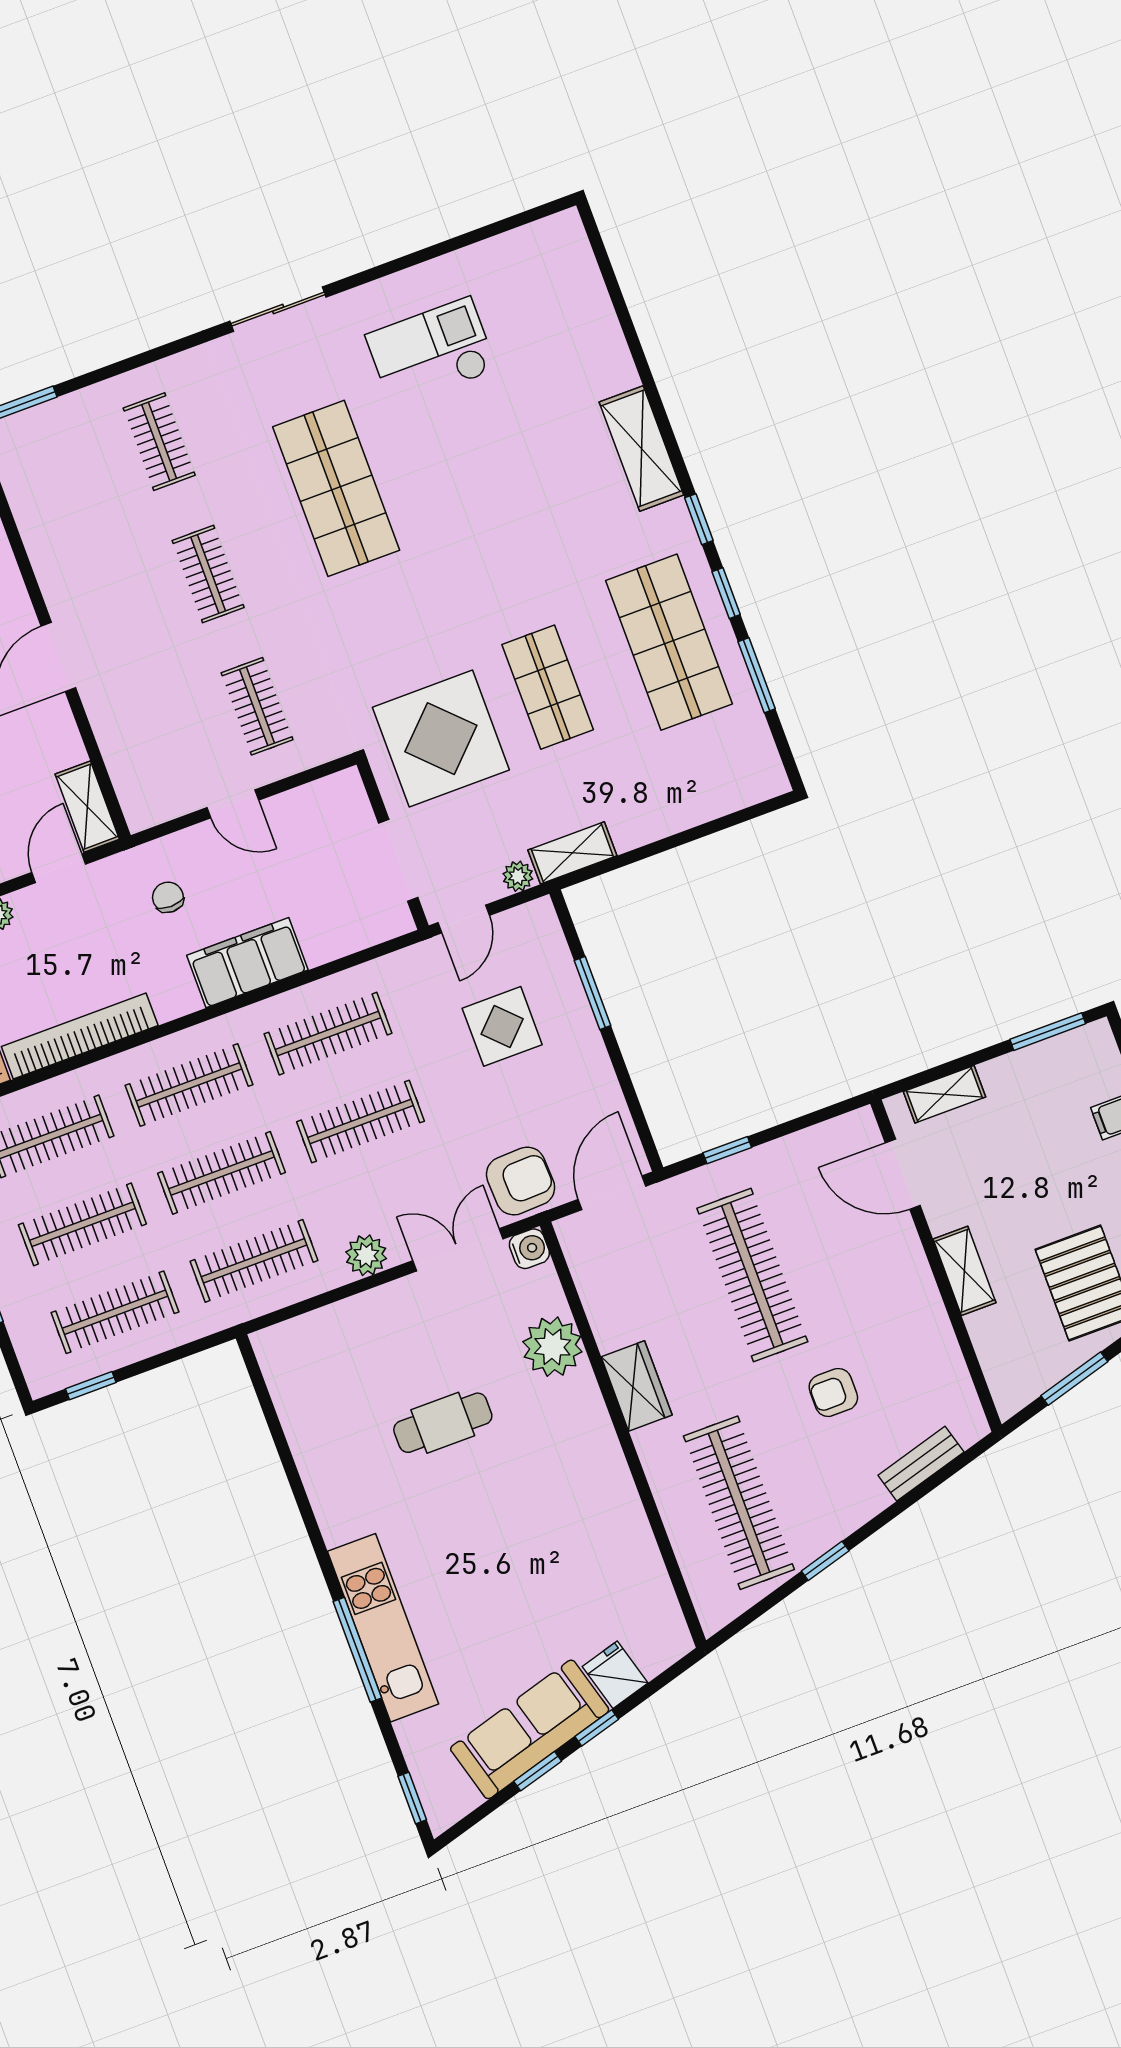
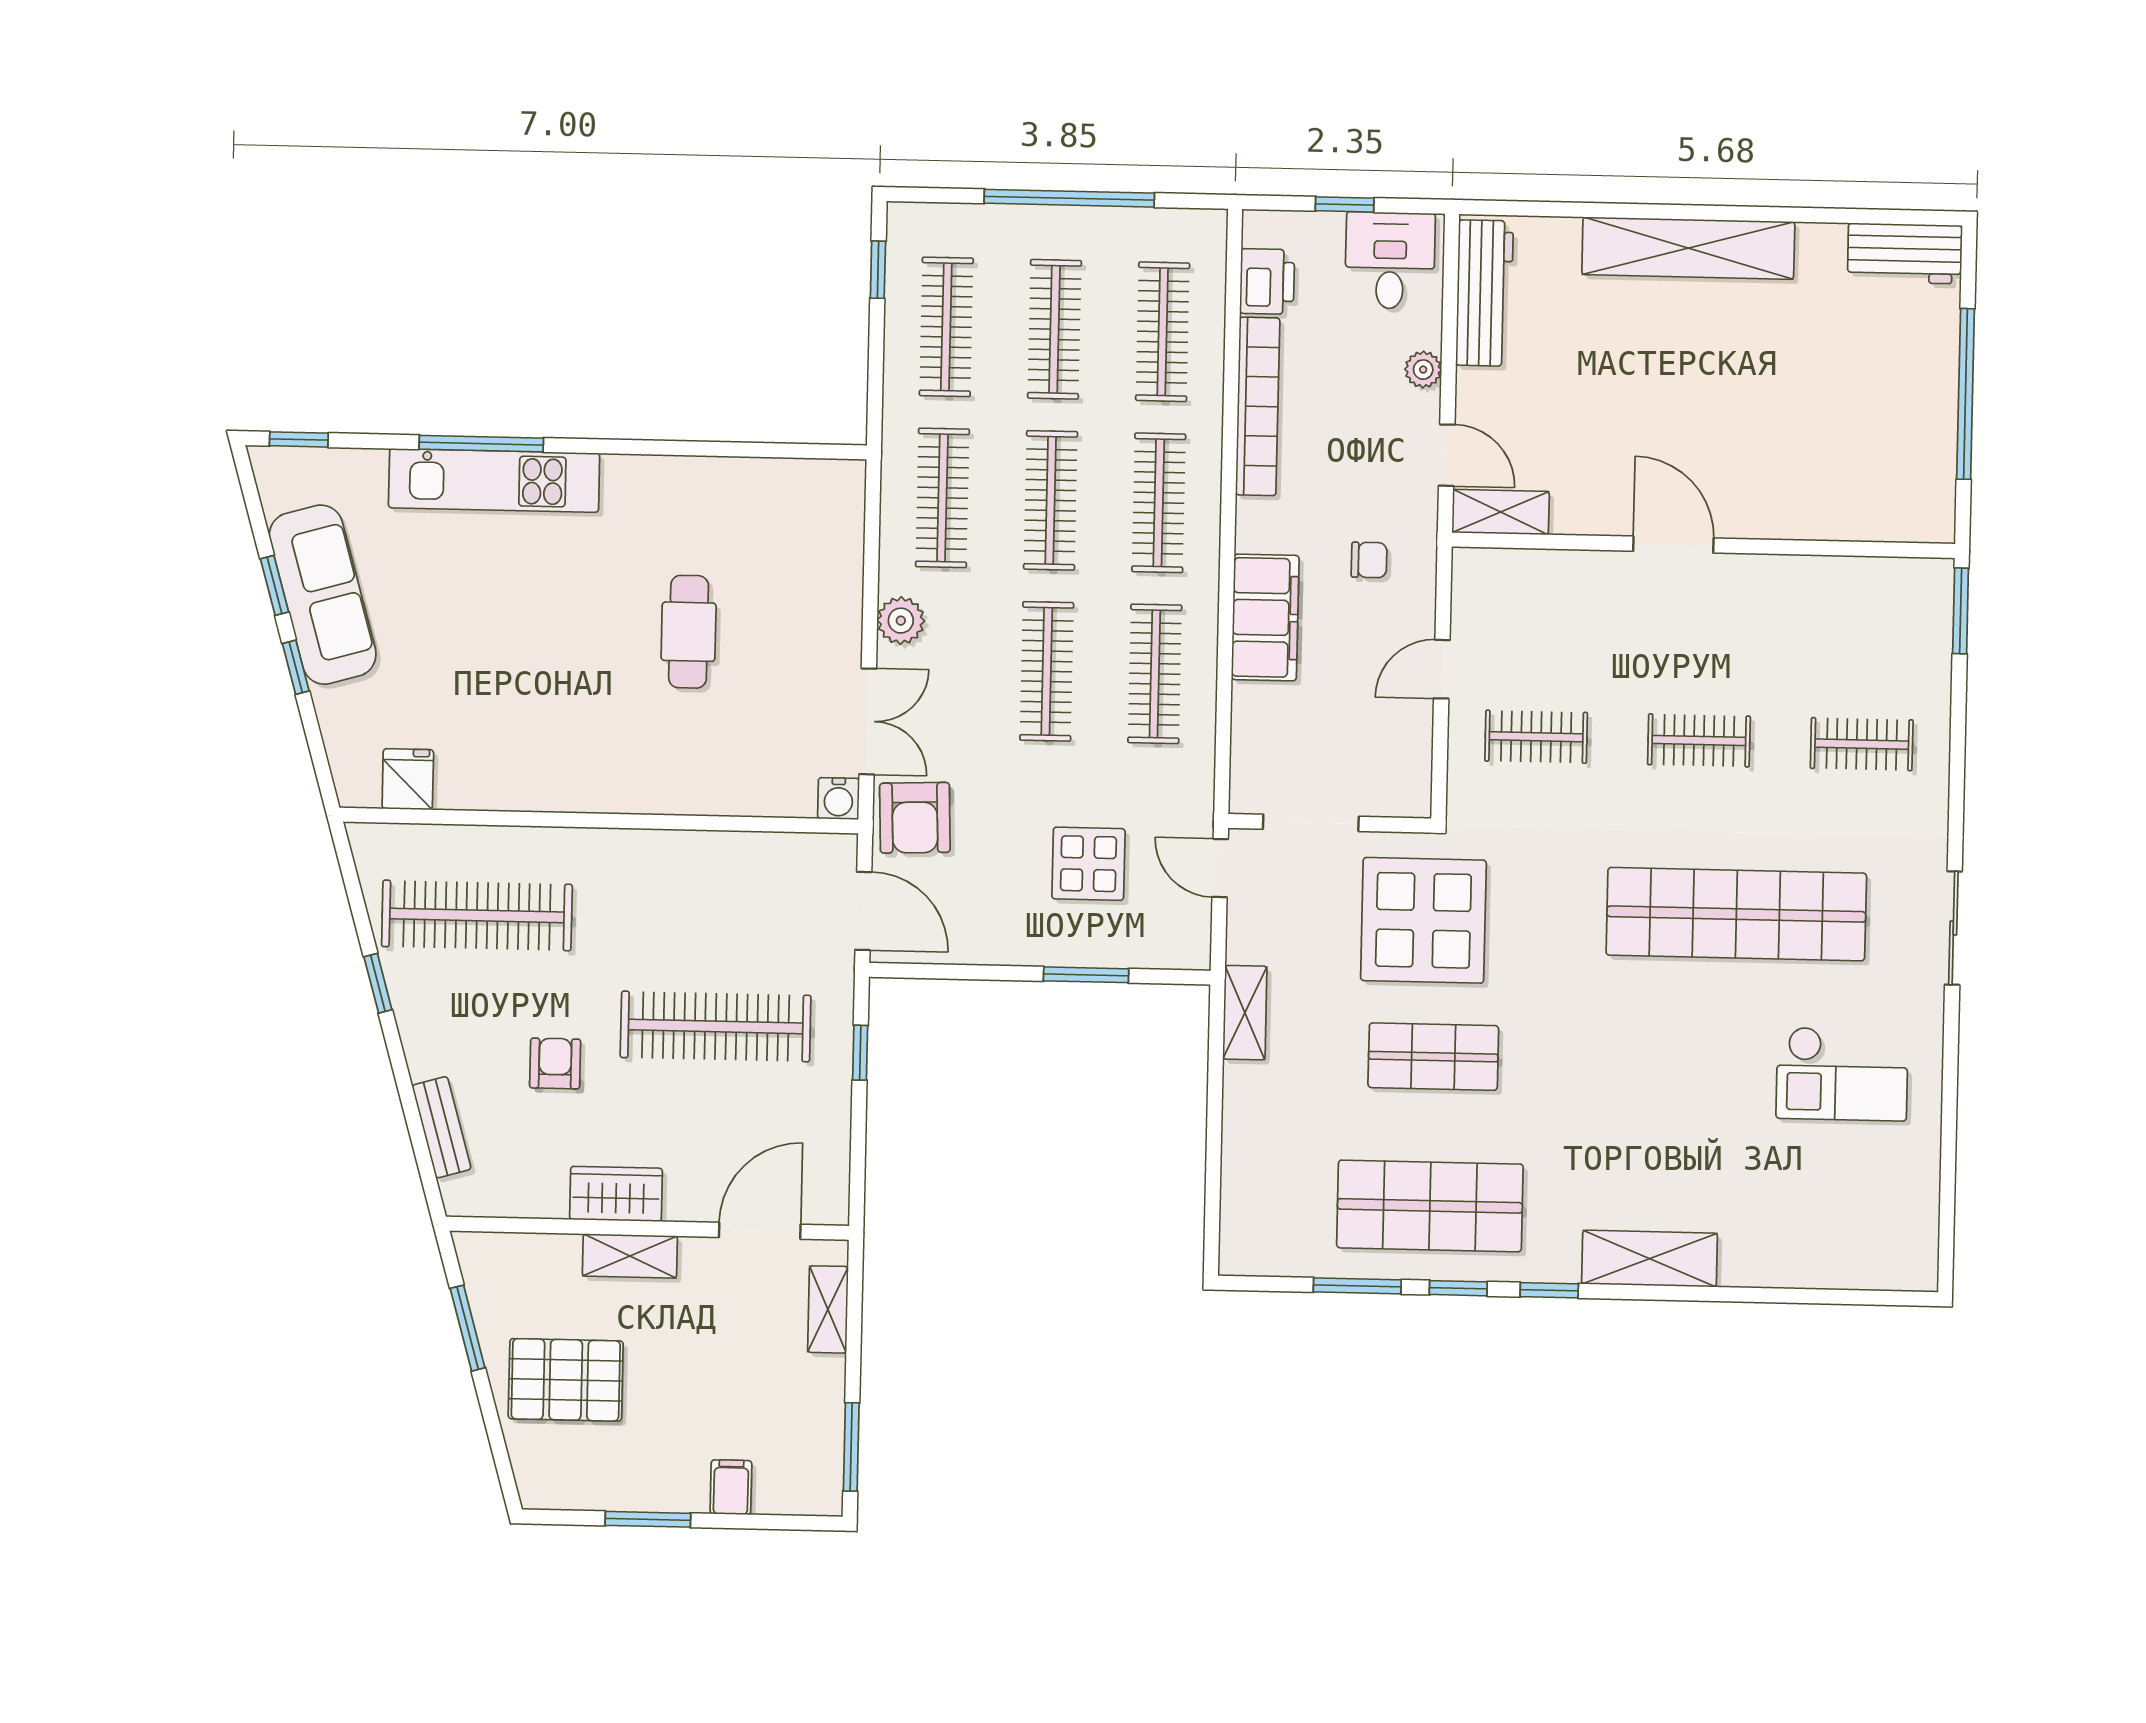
checkout: (431, 352) -> (1842, 1074), turned 90
shop shelf: (336, 488) -> (1736, 914), width x1.40
plant: (518, 876) -> (1243, 944), removed
plant: (552, 1347) -> (724, 782), removed
wardrobe: (637, 1386) -> (616, 1194), moved, turned 180
fridge: (615, 1675) -> (408, 779), moved, turned -74

